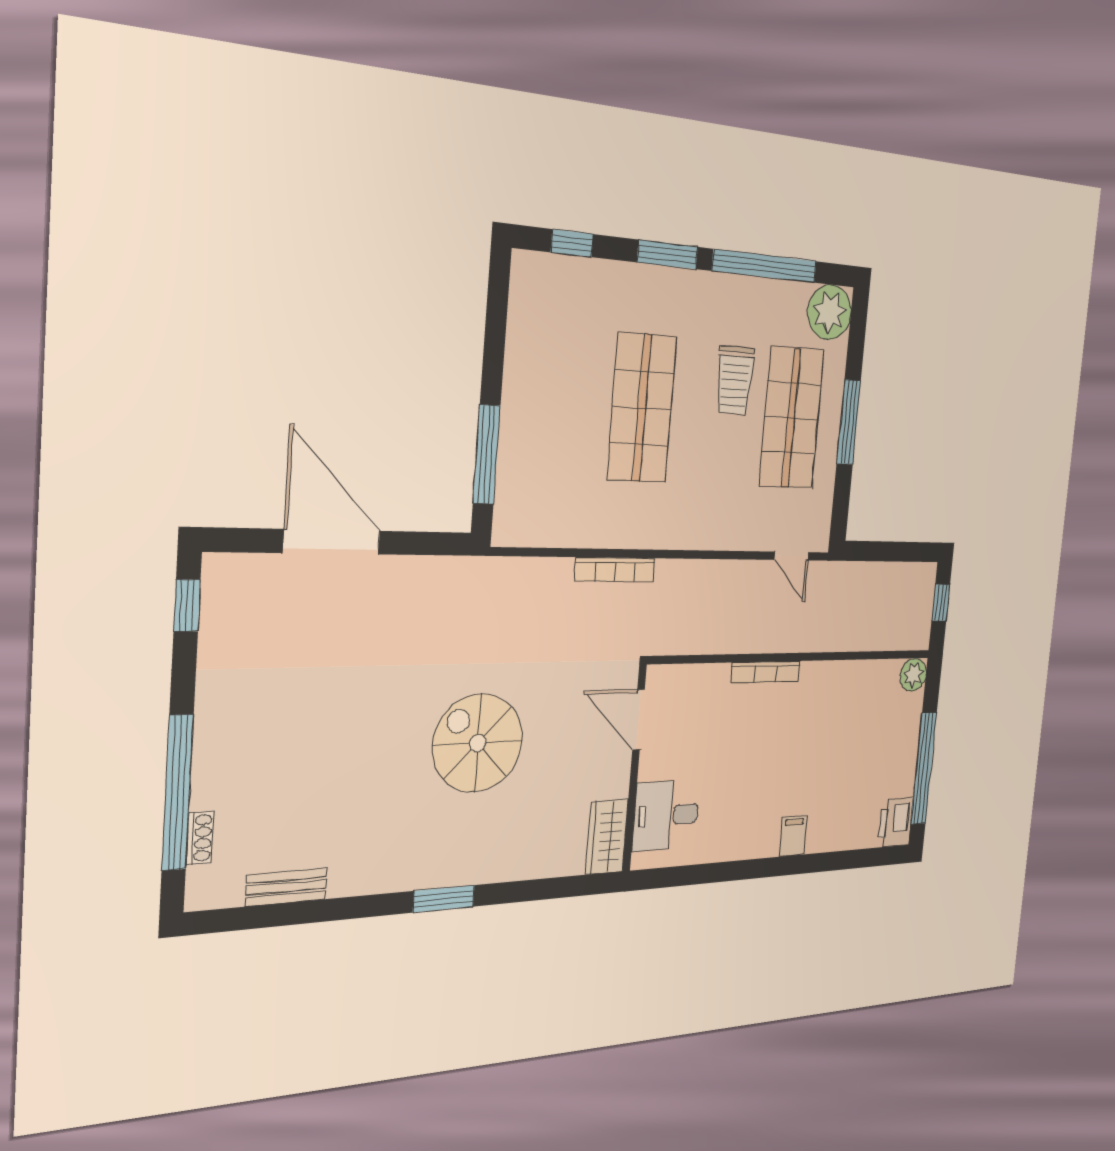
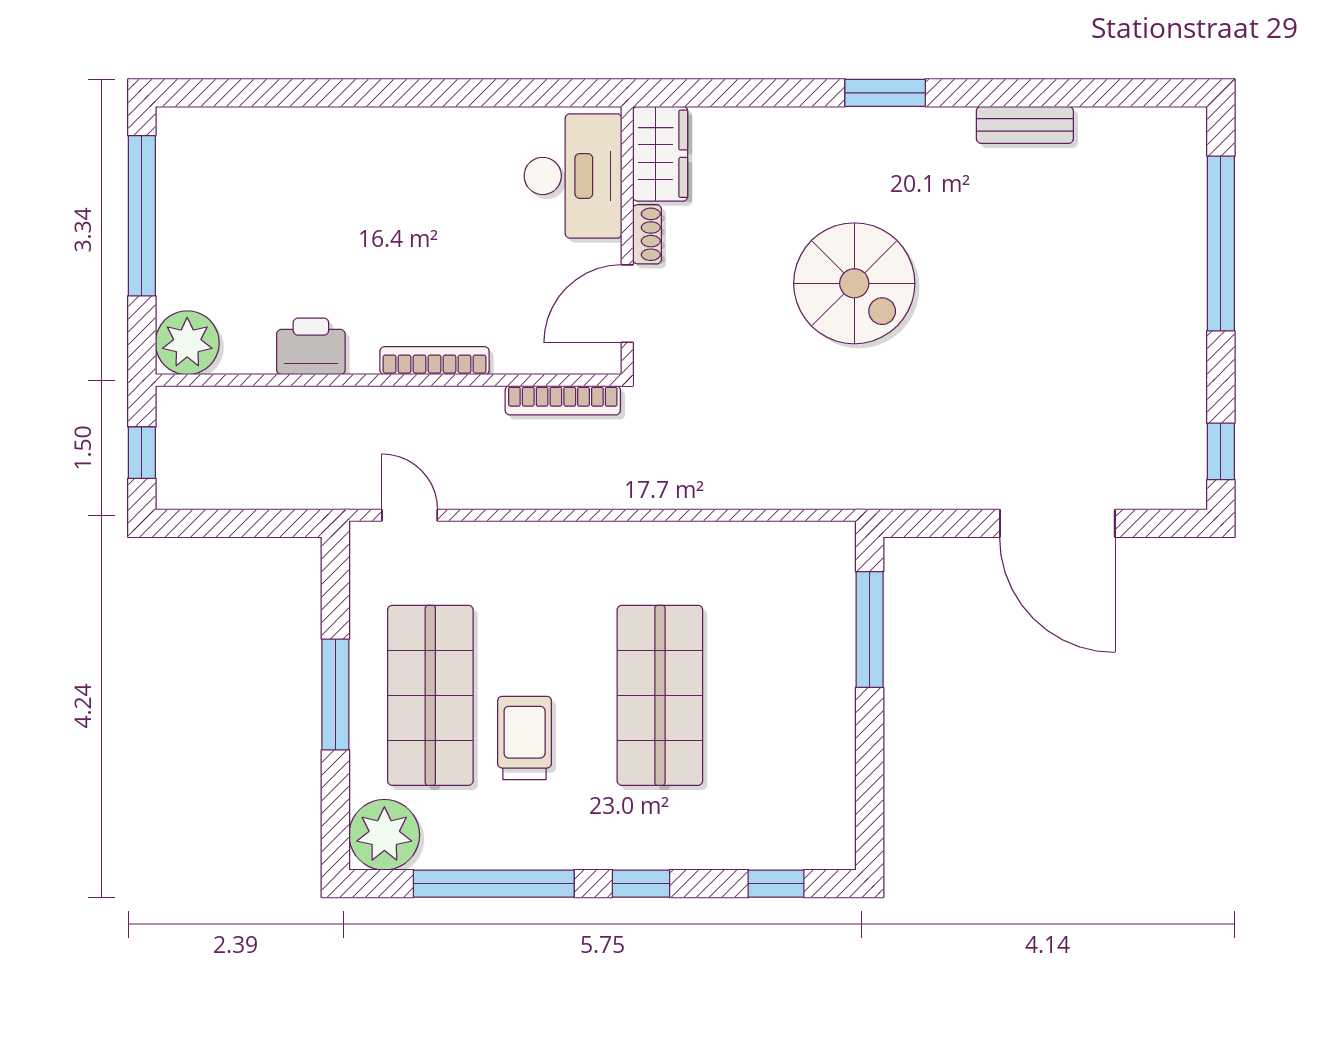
window: (667, 255) -> (641, 884), width x0.67
bookcase: (615, 569) -> (563, 400), moved, turned 180
plant: (913, 675) -> (187, 343), width x1.36, depth x1.36
door: (639, 720) -> (627, 304), swing flipped
desk: (666, 815) -> (573, 176), width x1.37
printer: (896, 822) -> (311, 346), moved, turned -90
filing cabinet: (793, 836) -> (363, 134), removed
shoe rack: (200, 838) -> (647, 234), moved, turned 180
bench: (286, 887) -> (1025, 125), moved

